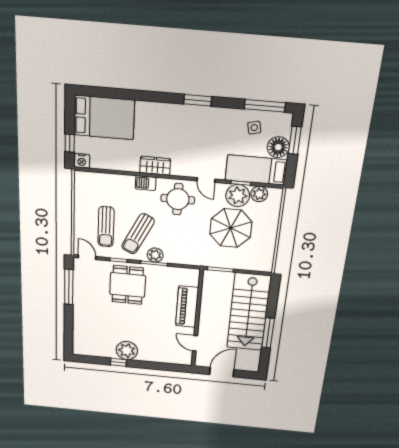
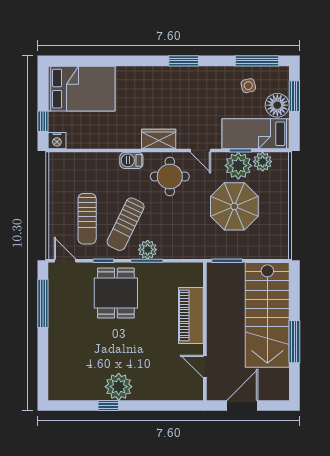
wardrobe: (155, 166) -> (159, 139), moved

